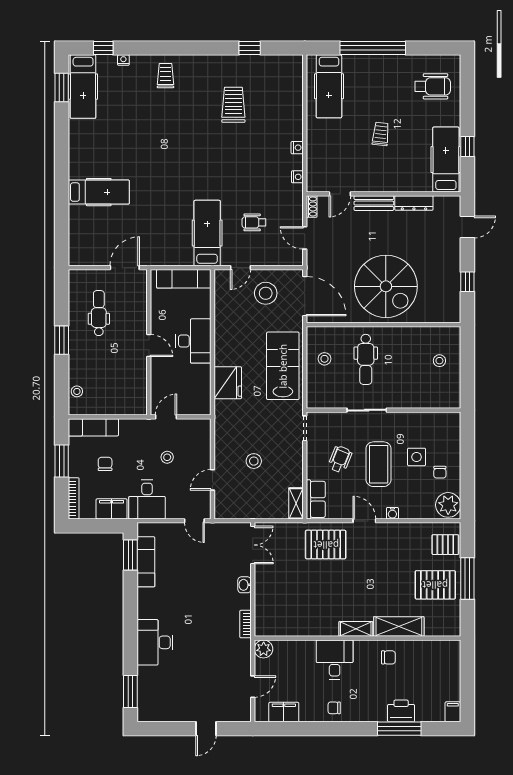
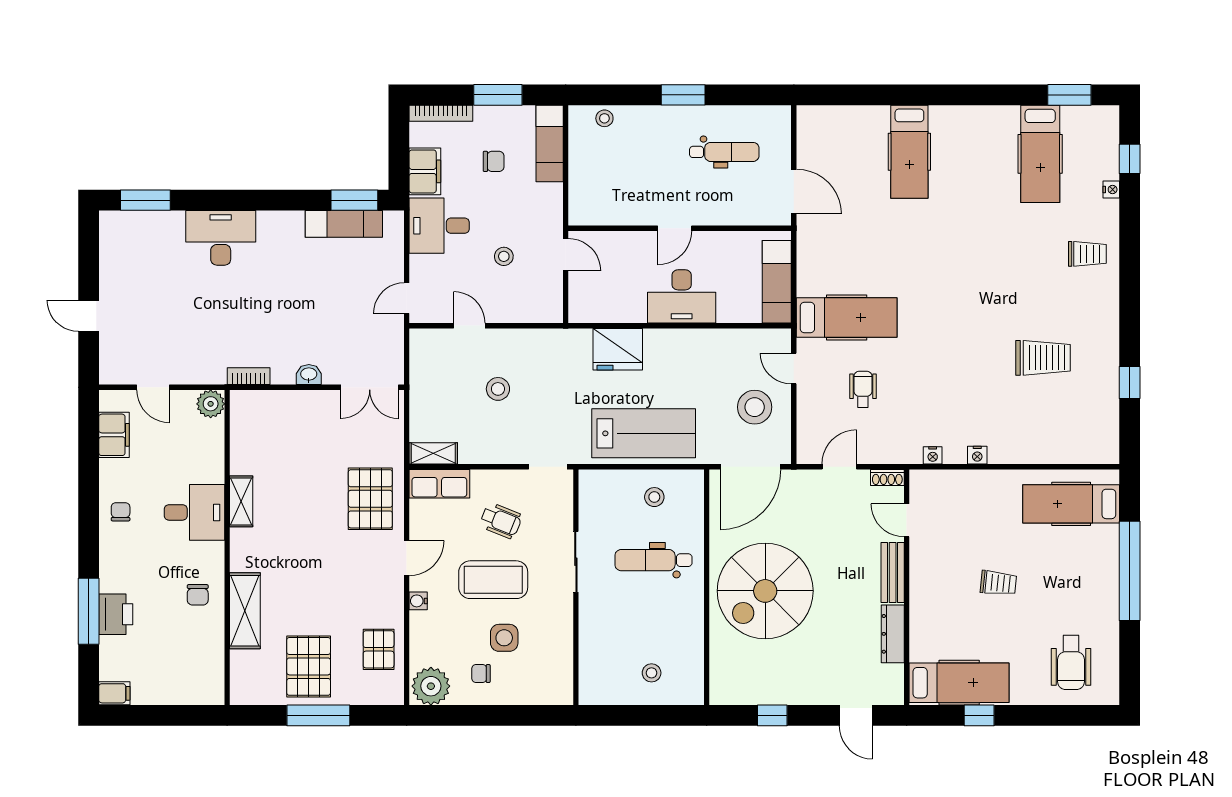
hospital bed: (83, 87) -> (1040, 154), moved, turned -90
pallet: (445, 545) -> (379, 649), moved
shelving: (356, 629) -> (241, 501), moved

